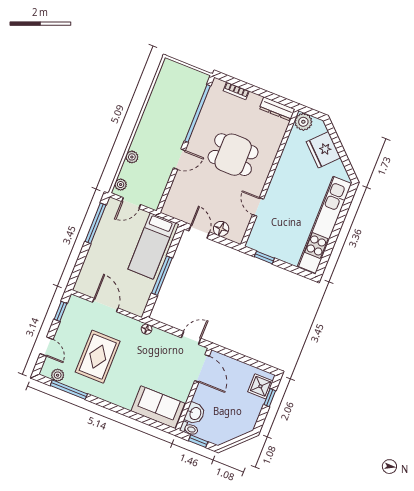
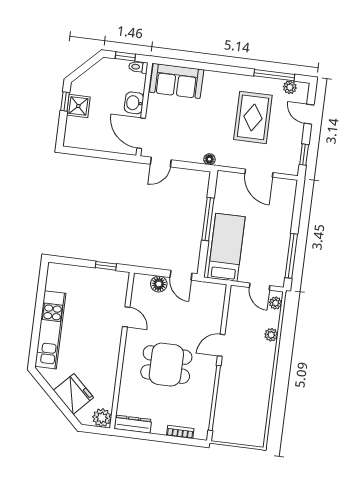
door: (131, 203) -> (260, 287), swing flipped
kitchen unit: (325, 225) -> (50, 330), width x0.73
shower: (260, 386) -> (78, 106), moved
window: (270, 398) -> (65, 101), moved
washbasin: (195, 413) -> (134, 103), moved

